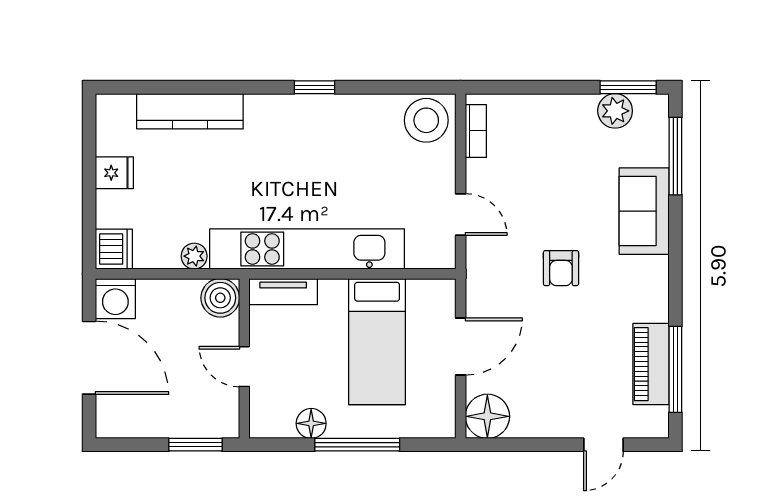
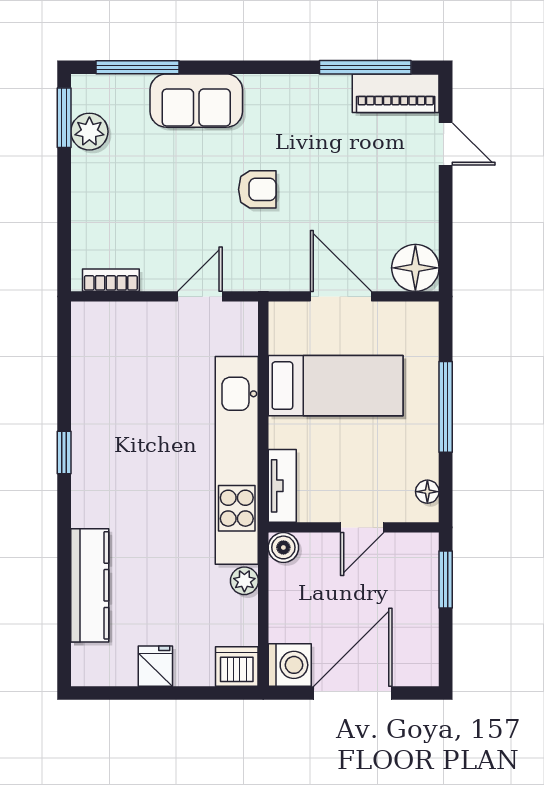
stool: (426, 120) -> (99, 333), removed
boiler: (220, 298) -> (283, 547), width x0.73, depth x0.73
piano: (651, 364) -> (396, 93), moved
floor lamp: (311, 423) -> (427, 492), moved, width x0.73, depth x0.73

